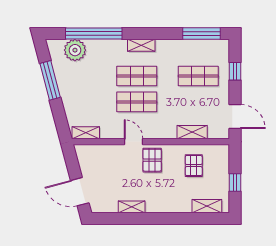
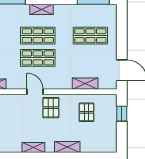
window: (235, 71) -> (122, 32), removed
window: (235, 182) -> (122, 114), moved
shelving: (207, 206) -> (67, 147), moved

